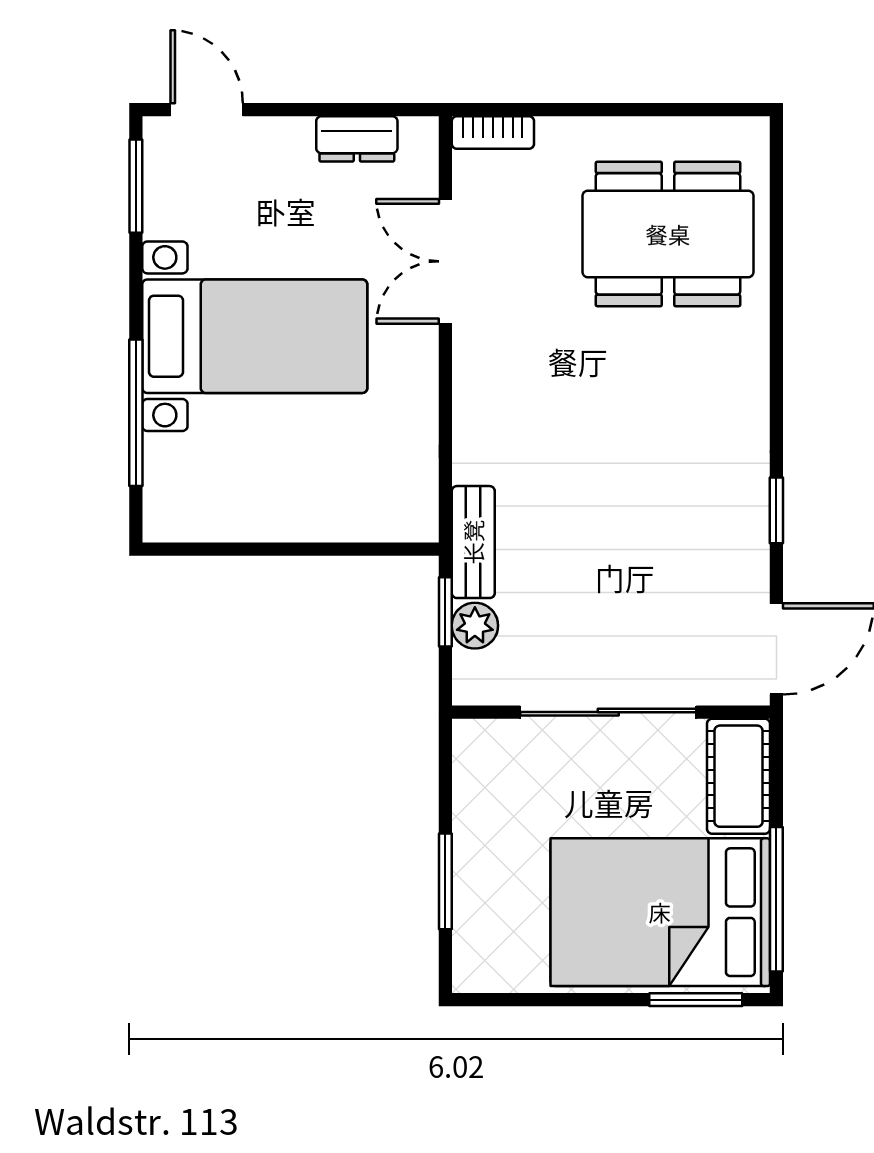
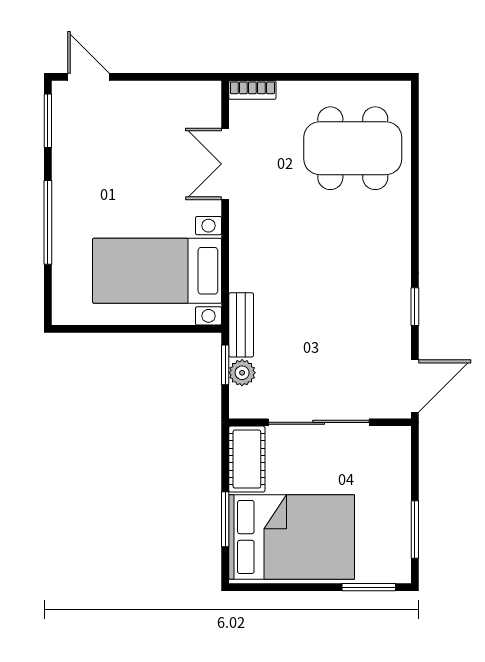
dresser: (357, 139) -> (174, 94), removed
bed with nightstands: (255, 336) -> (157, 271), moved, turned 180
window: (136, 413) -> (48, 222), moved
cot: (739, 776) -> (247, 459), moved
window: (776, 899) -> (415, 530), width x0.69
bed: (660, 912) -> (292, 537), moved, turned 180

